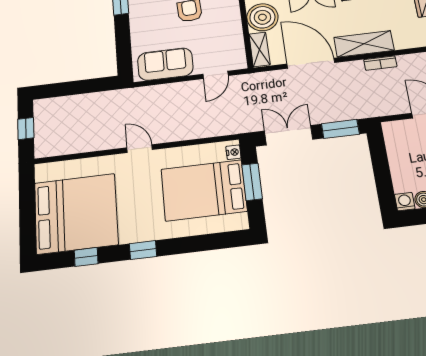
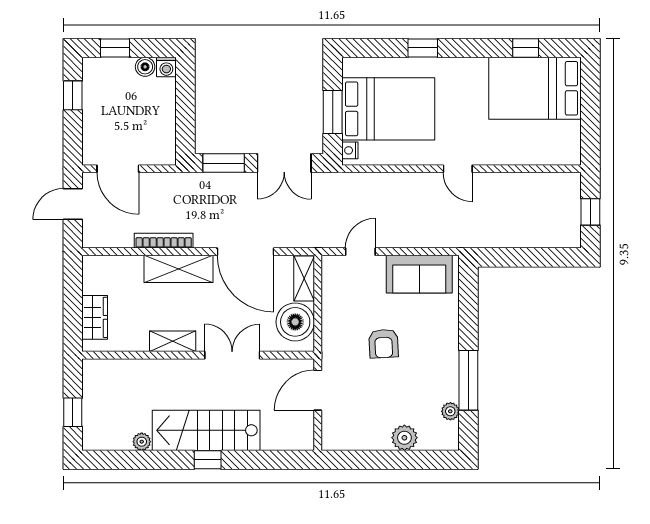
bookcase: (380, 63) -> (164, 241), width x1.56
bed: (76, 214) -> (535, 88), width x0.73
window: (143, 250) -> (423, 48), moved

